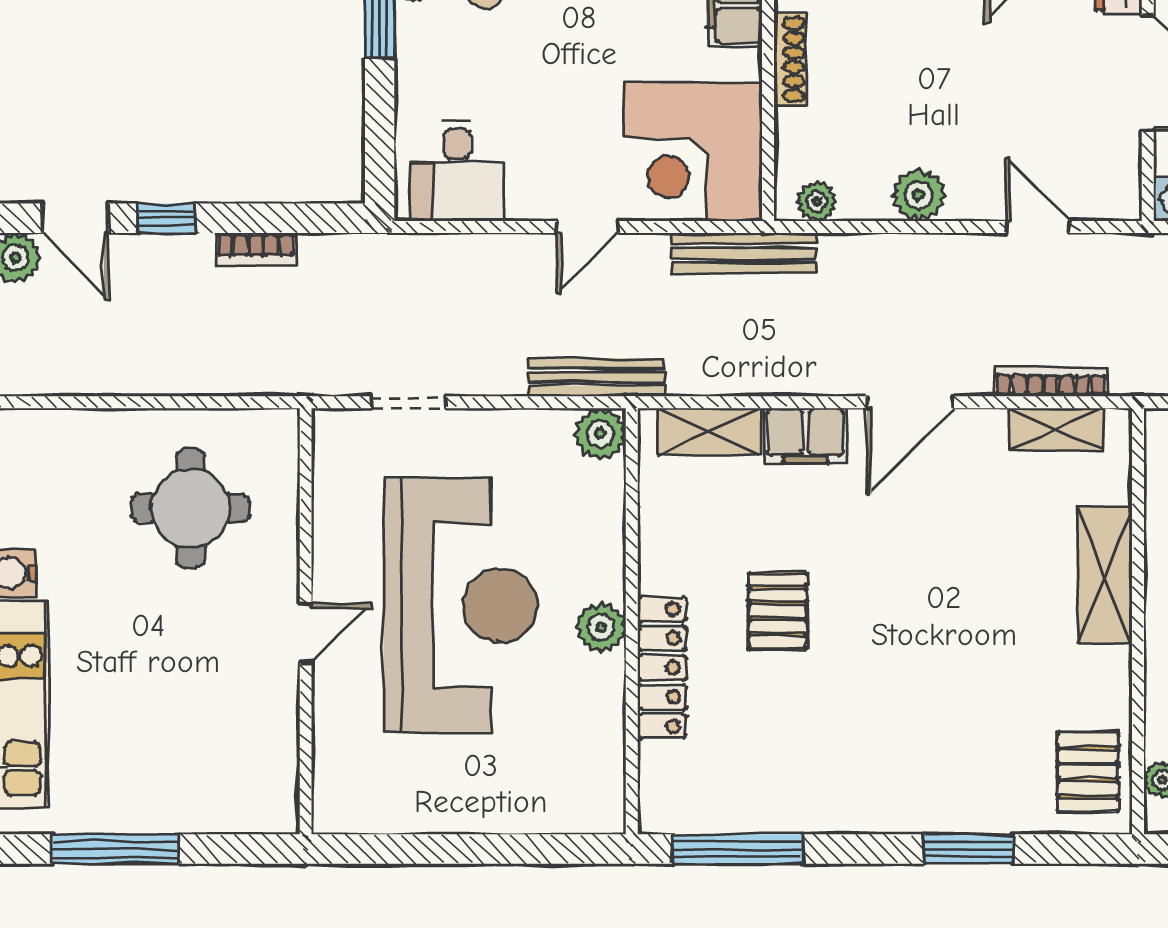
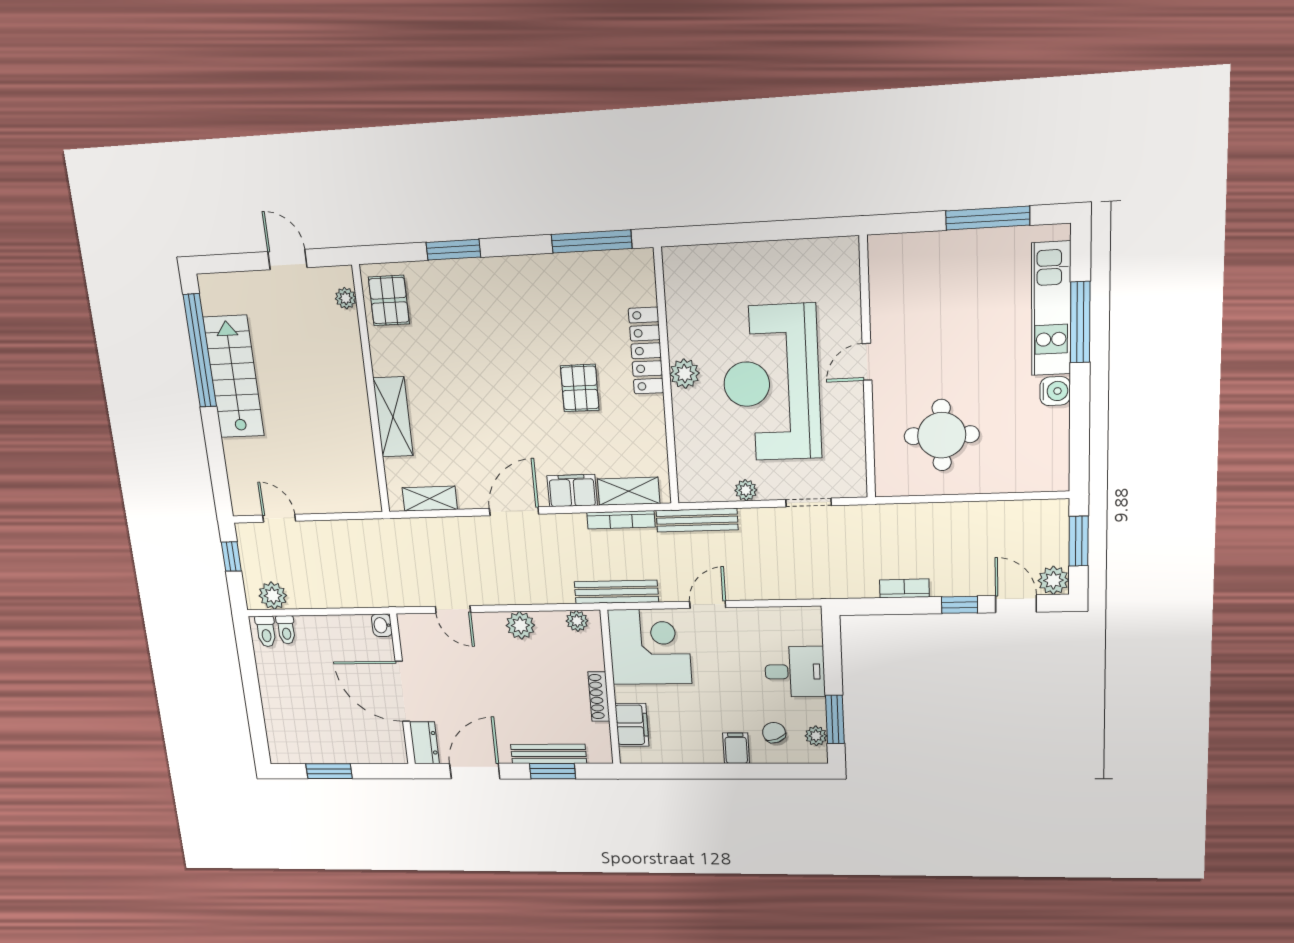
desk: (457, 171) -> (795, 672), moved, turned 90
bookcase: (1051, 382) -> (621, 520), moved
plant: (600, 434) -> (746, 490), moved, width x0.73, depth x0.73

